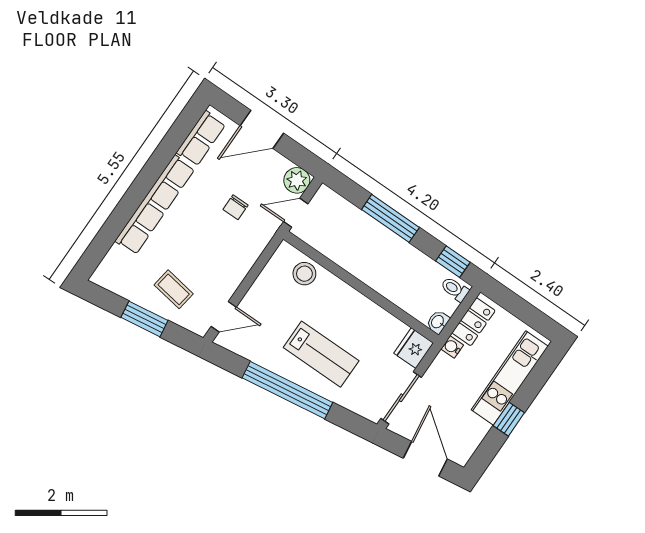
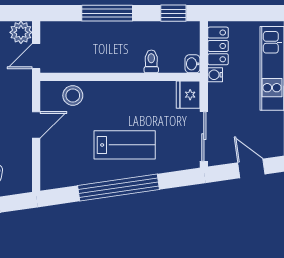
toilet: (455, 289) -> (151, 61), moved, turned 90
door: (224, 317) -> (36, 125), moved
door: (425, 459) -> (251, 168), width x0.73

